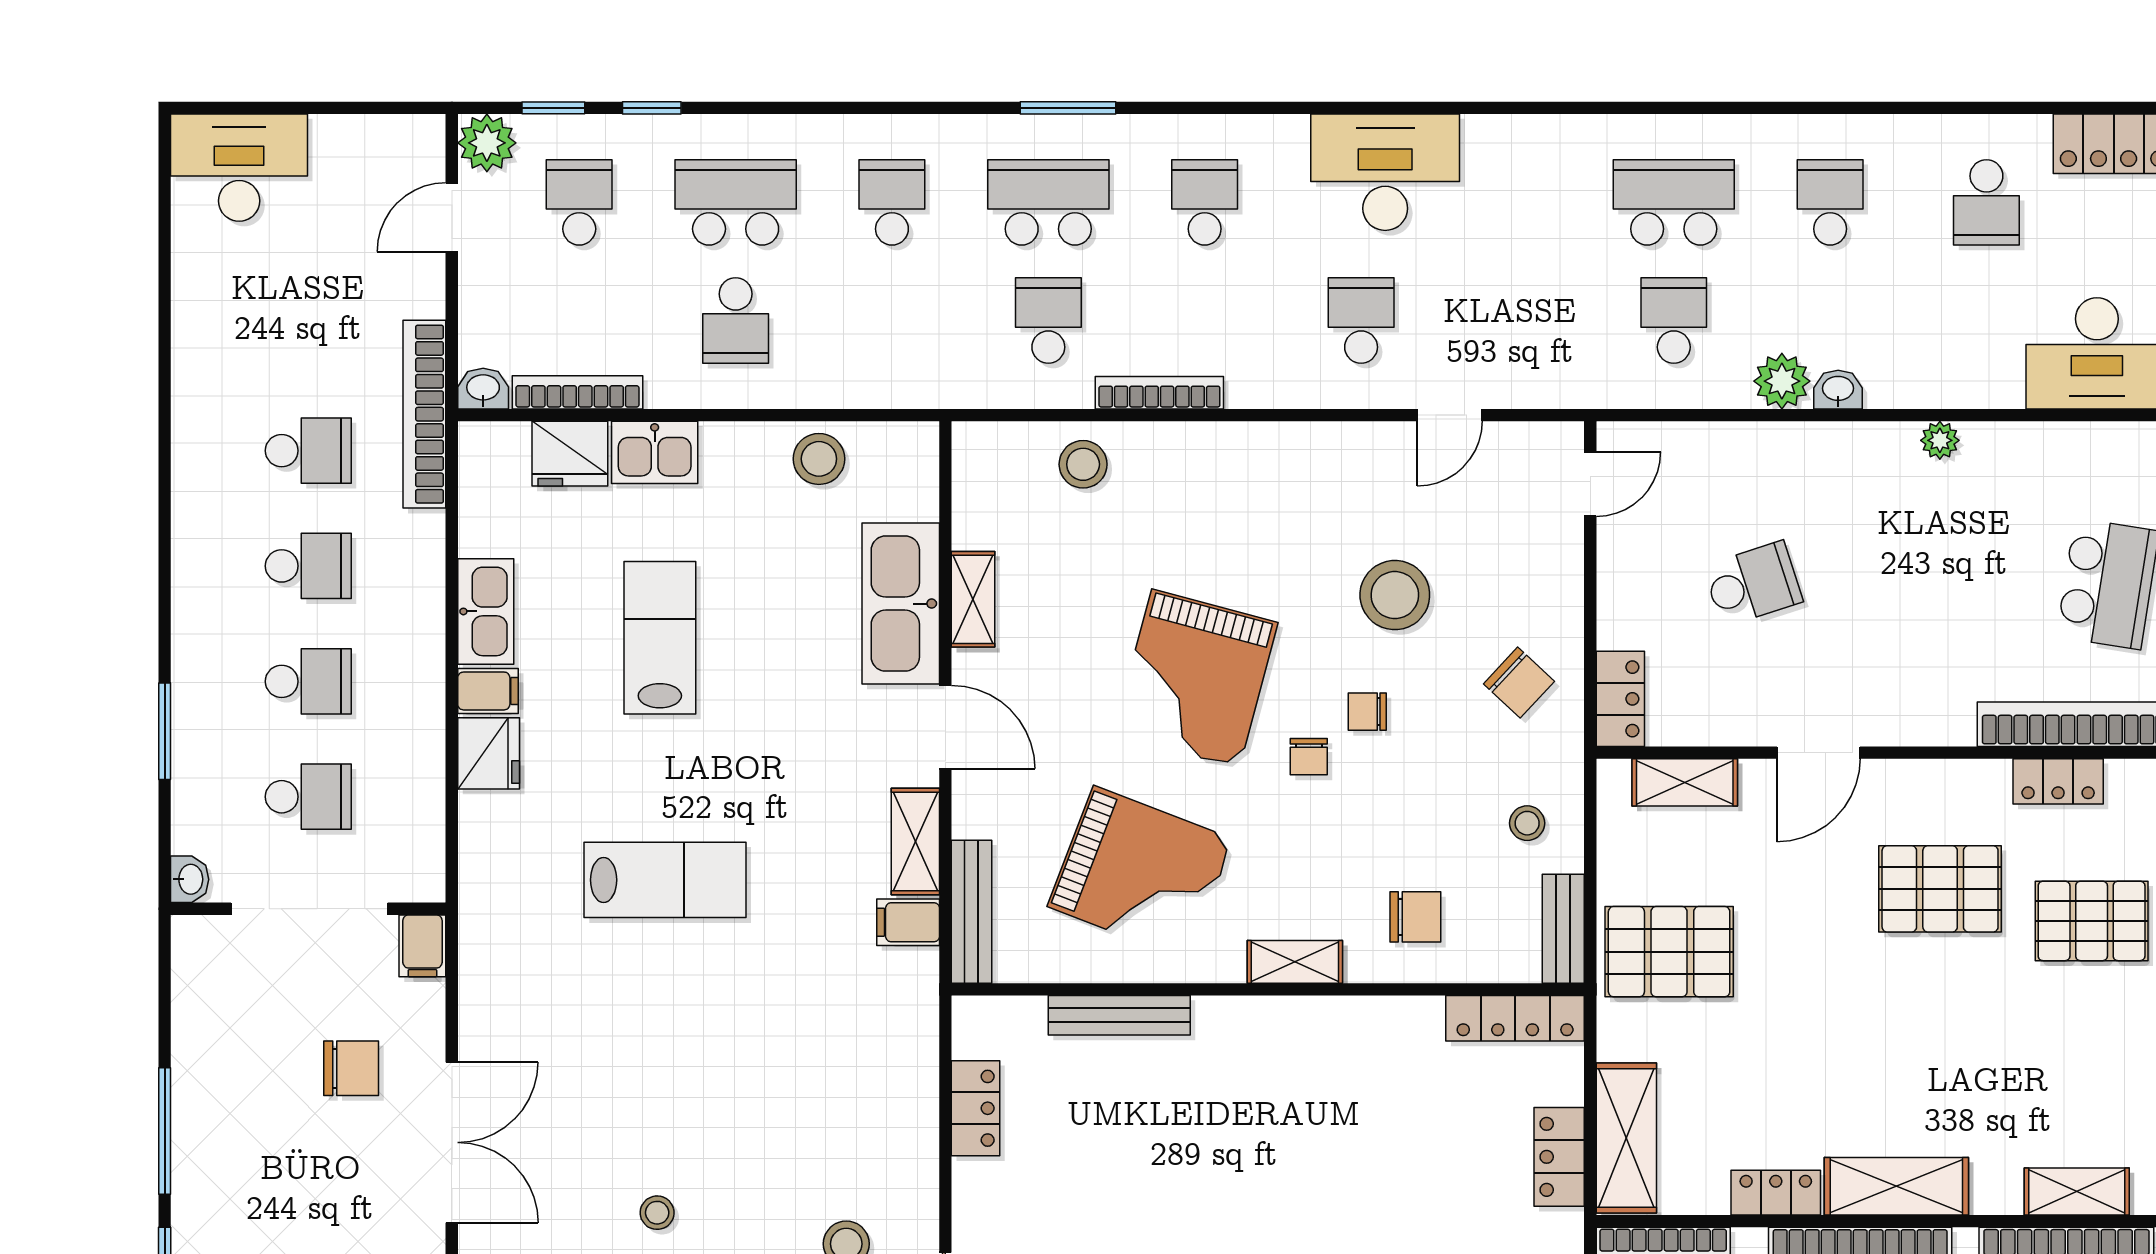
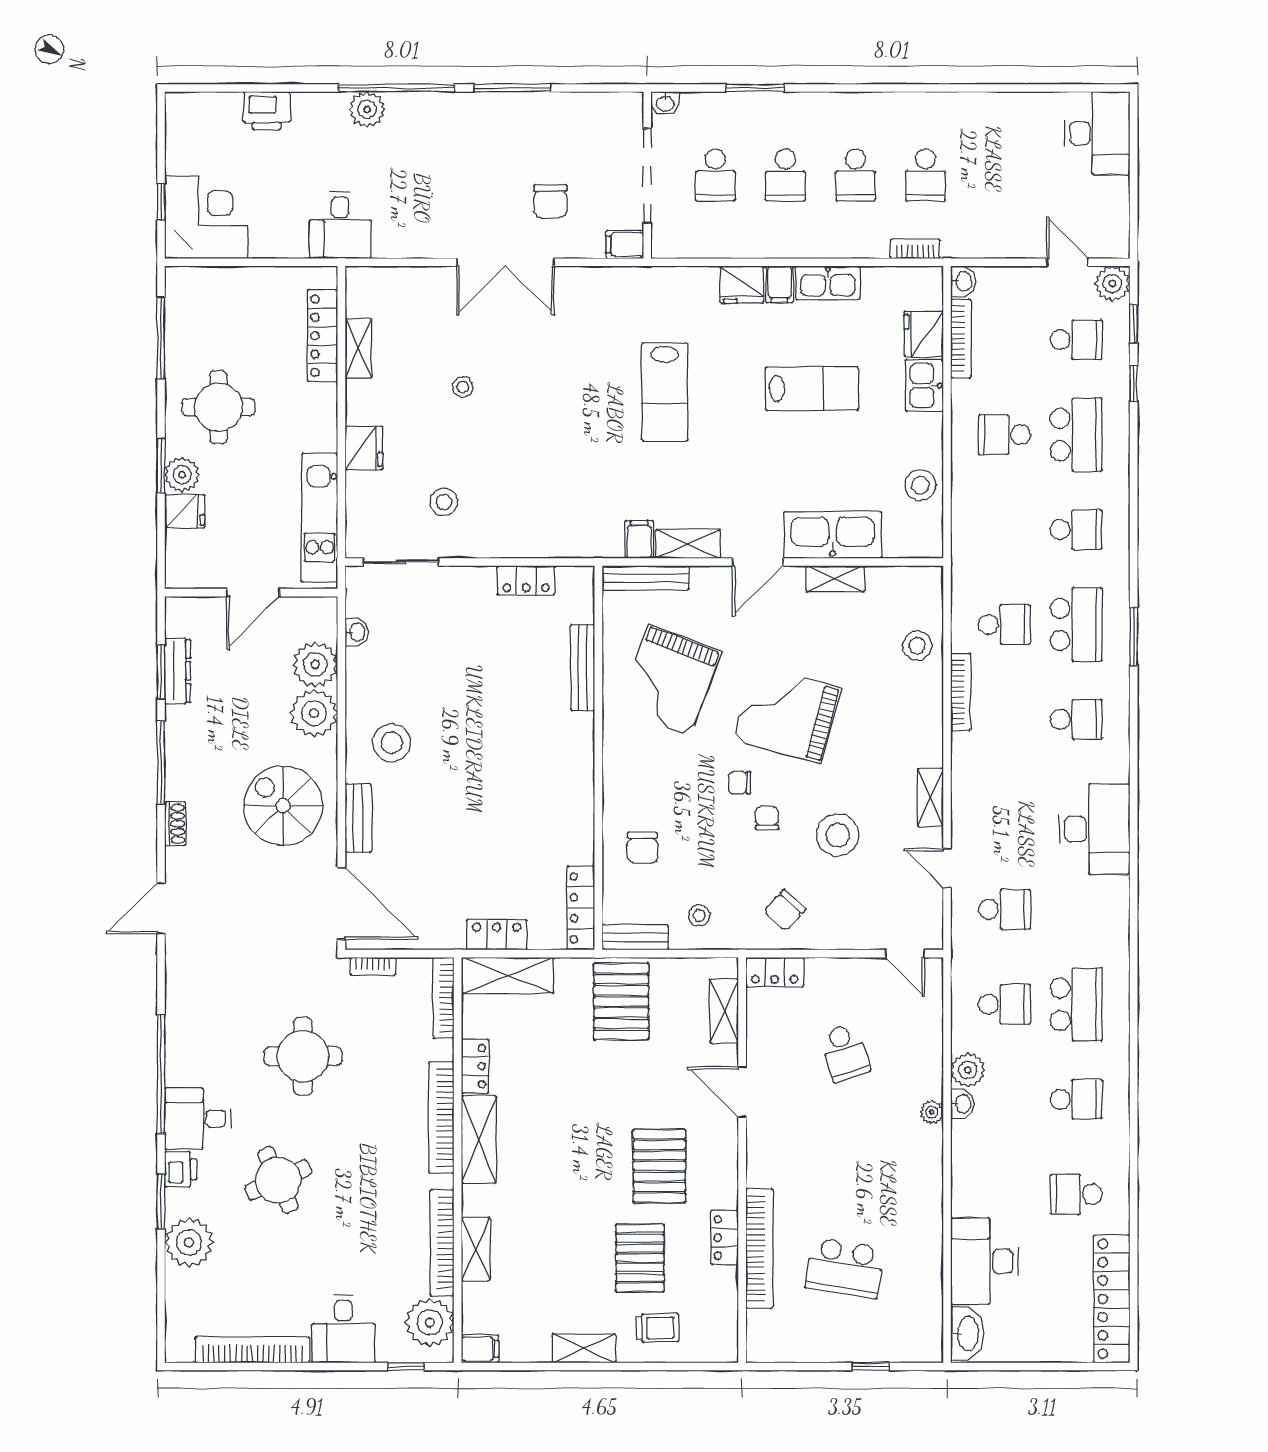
school desk: (1361, 321) -> (1004, 909), moved
bookcase: (424, 414) -> (915, 249), width x0.43, depth x0.76
plant: (1940, 440) -> (932, 1112), moved
shelving: (1295, 962) -> (930, 798), moved

